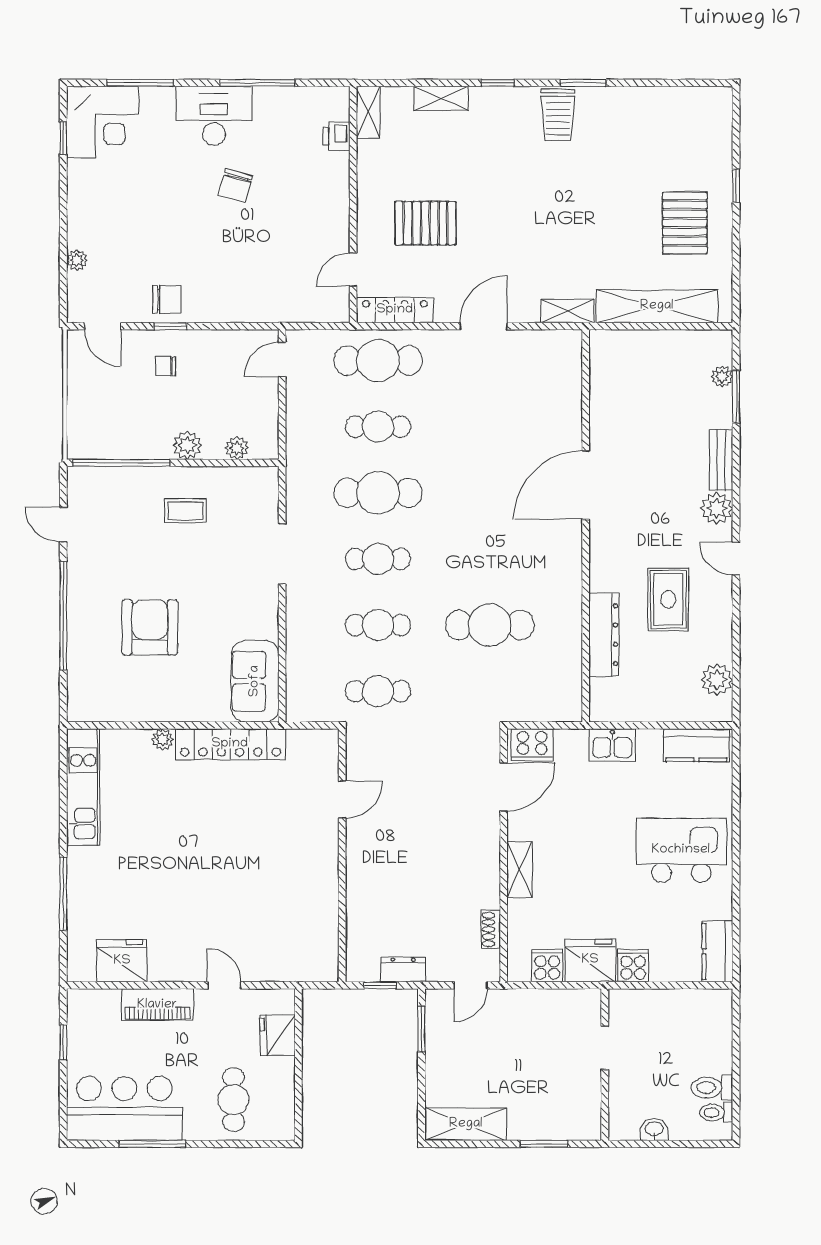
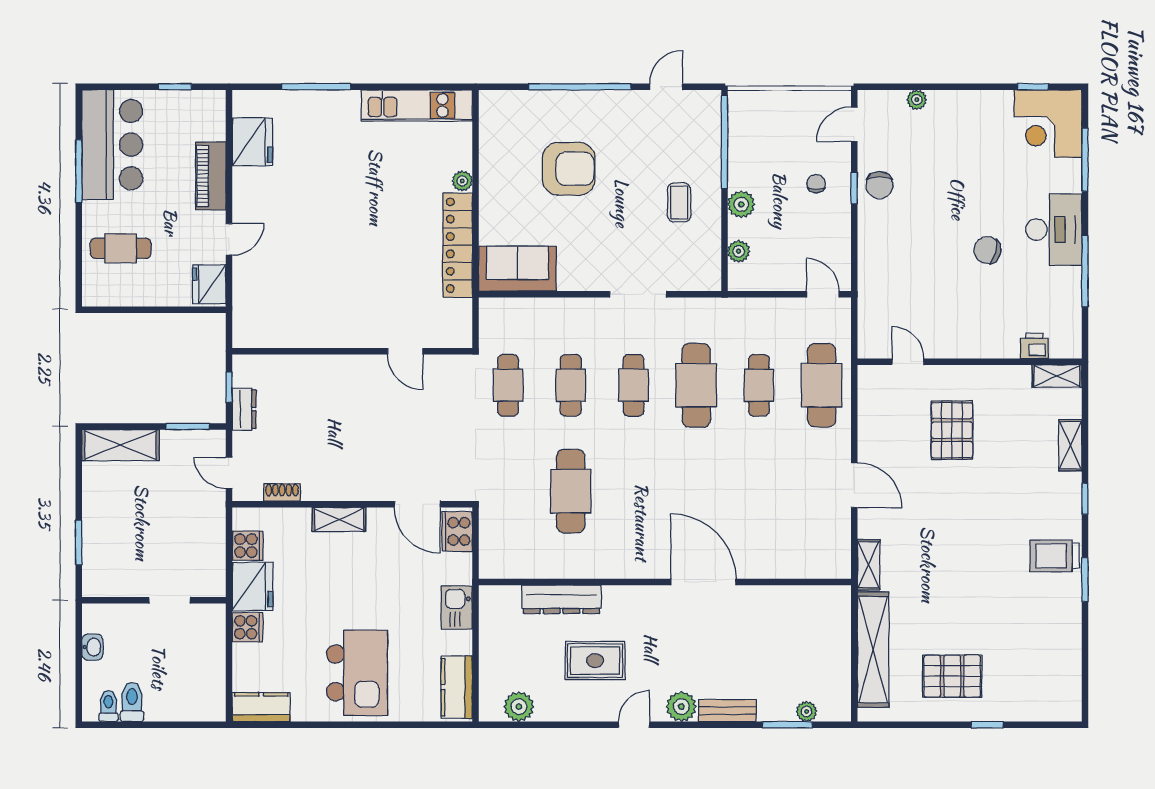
locker: (395, 310) -> (869, 401), removed
fridge: (278, 1035) -> (209, 284), moved, turned -90
shelving: (466, 1124) -> (120, 445), moved, turned 90

